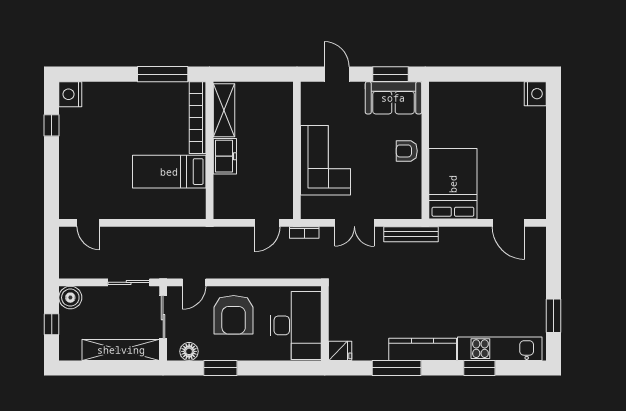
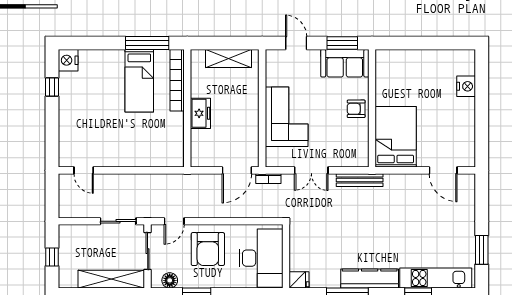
nightstand: (535, 94) -> (466, 86), moved
shelving: (224, 110) -> (228, 58), moved, turned 90
bed: (169, 172) -> (139, 81), moved, turned -90
door: (267, 223) -> (237, 170), width x1.38
boiler: (70, 298) -> (68, 234), removed

